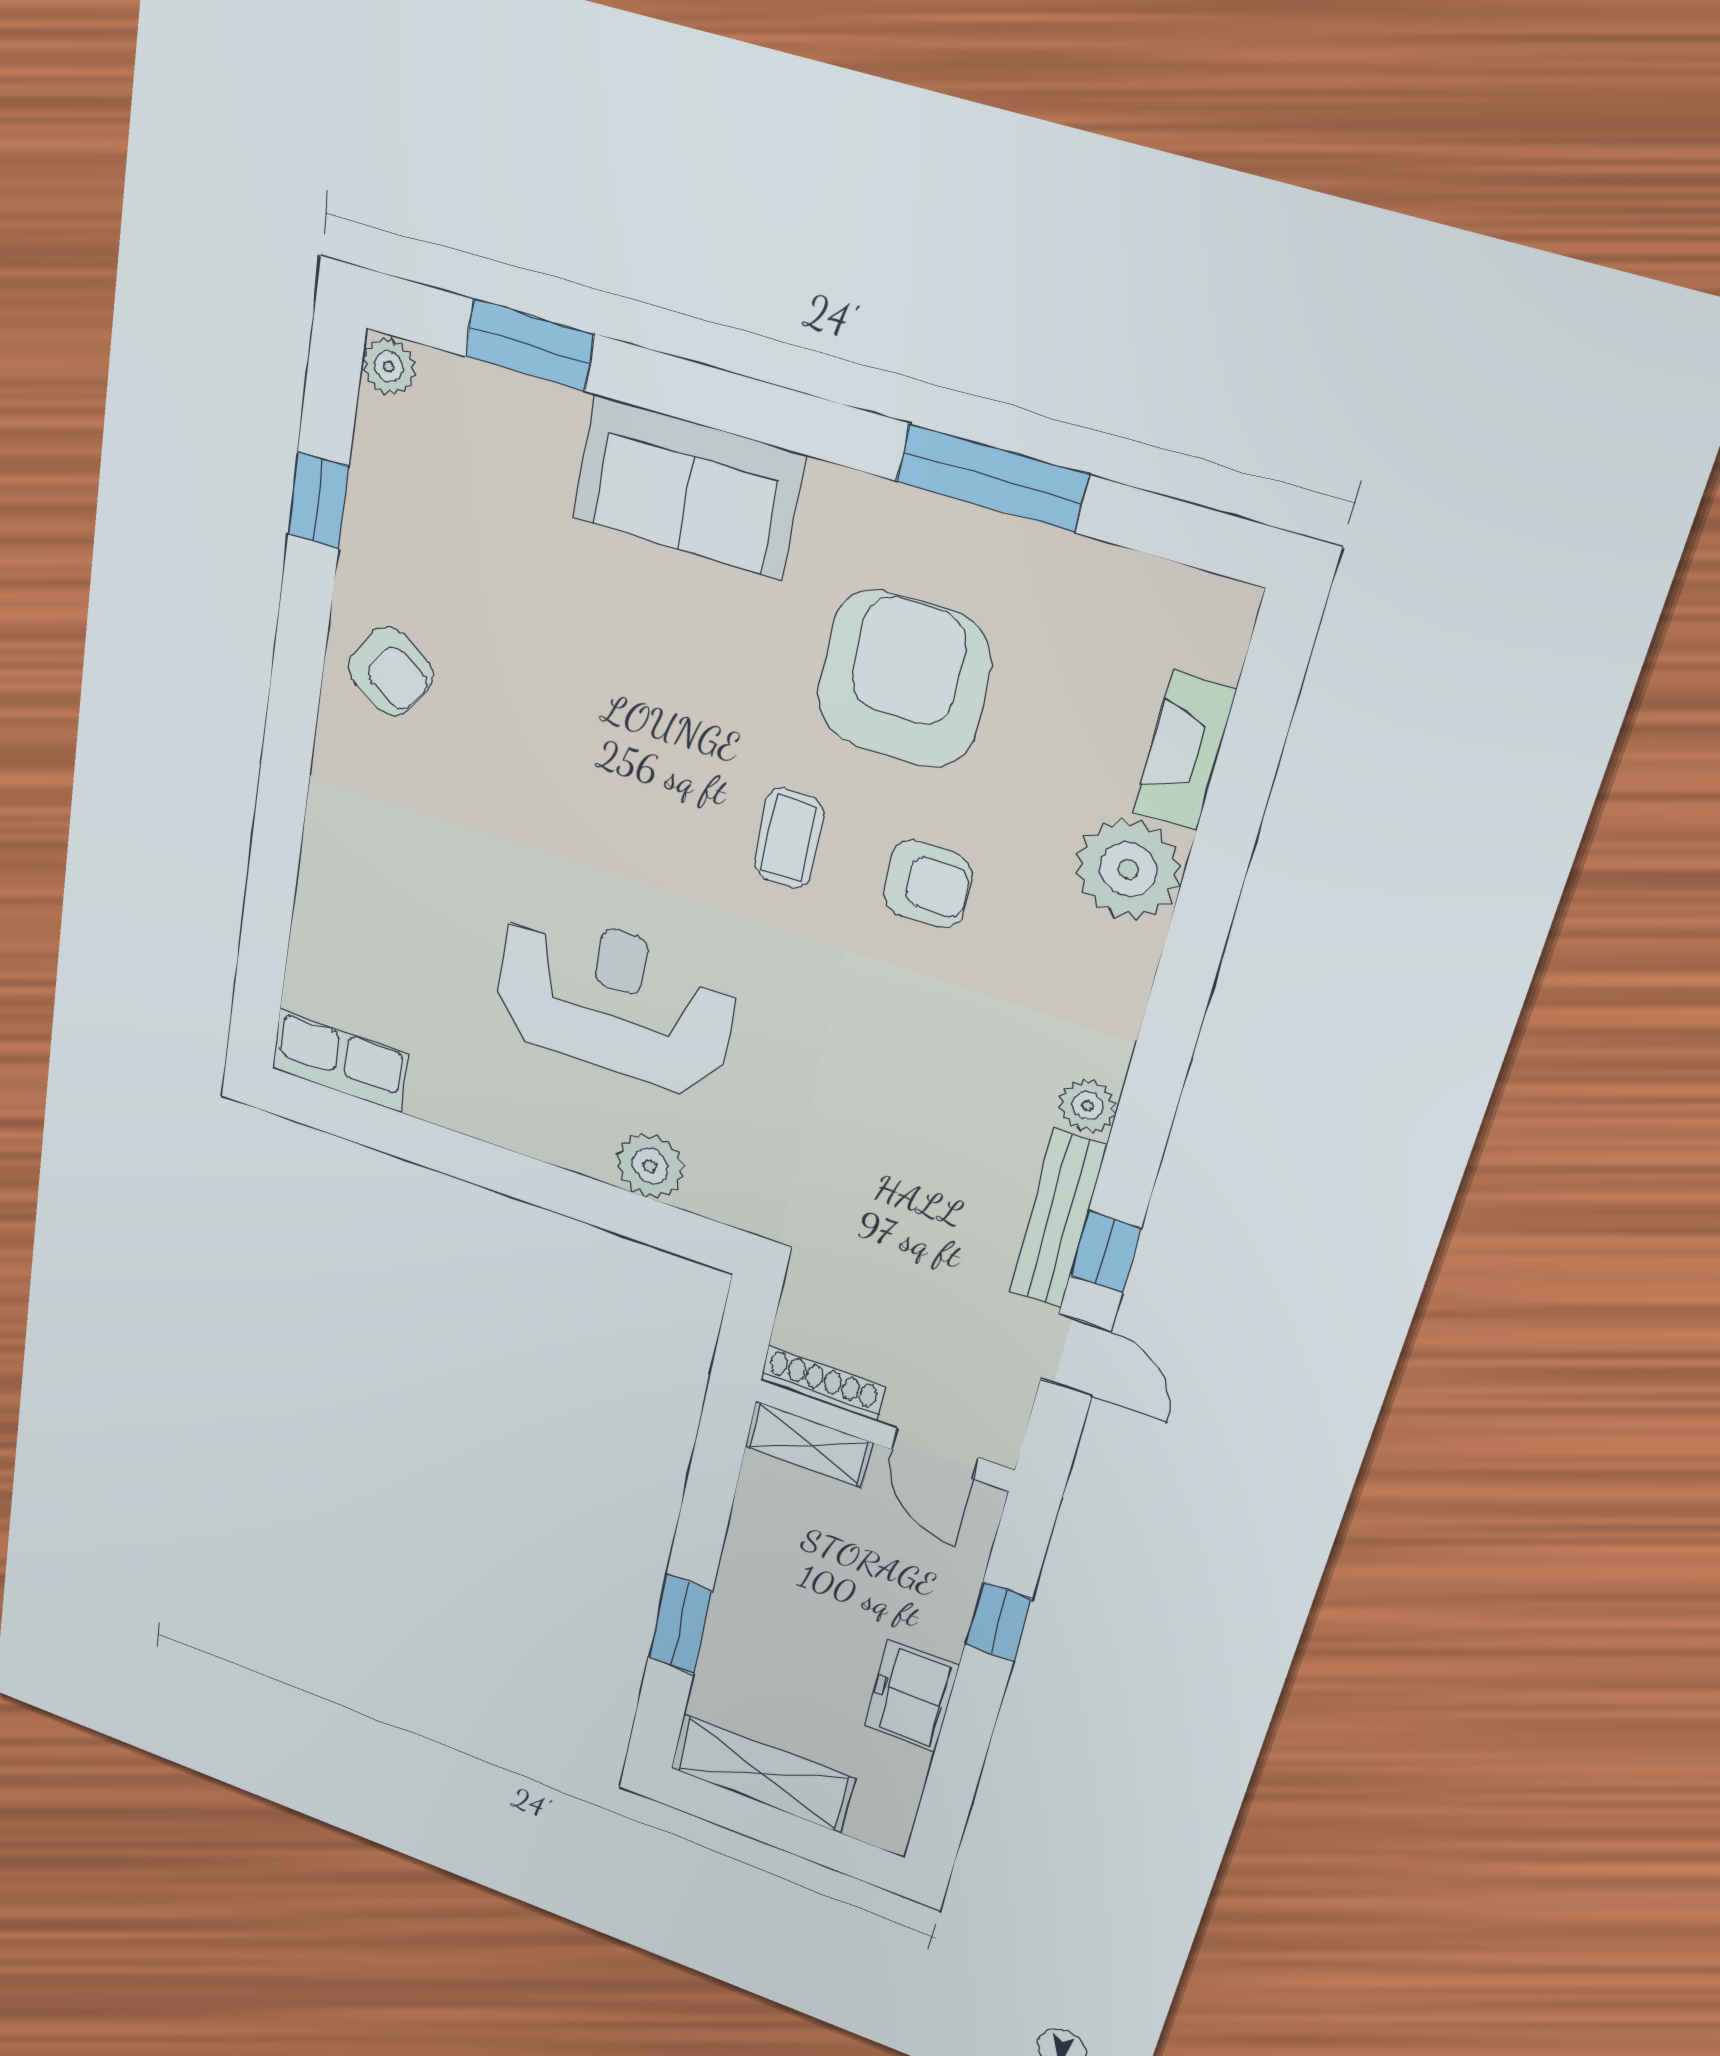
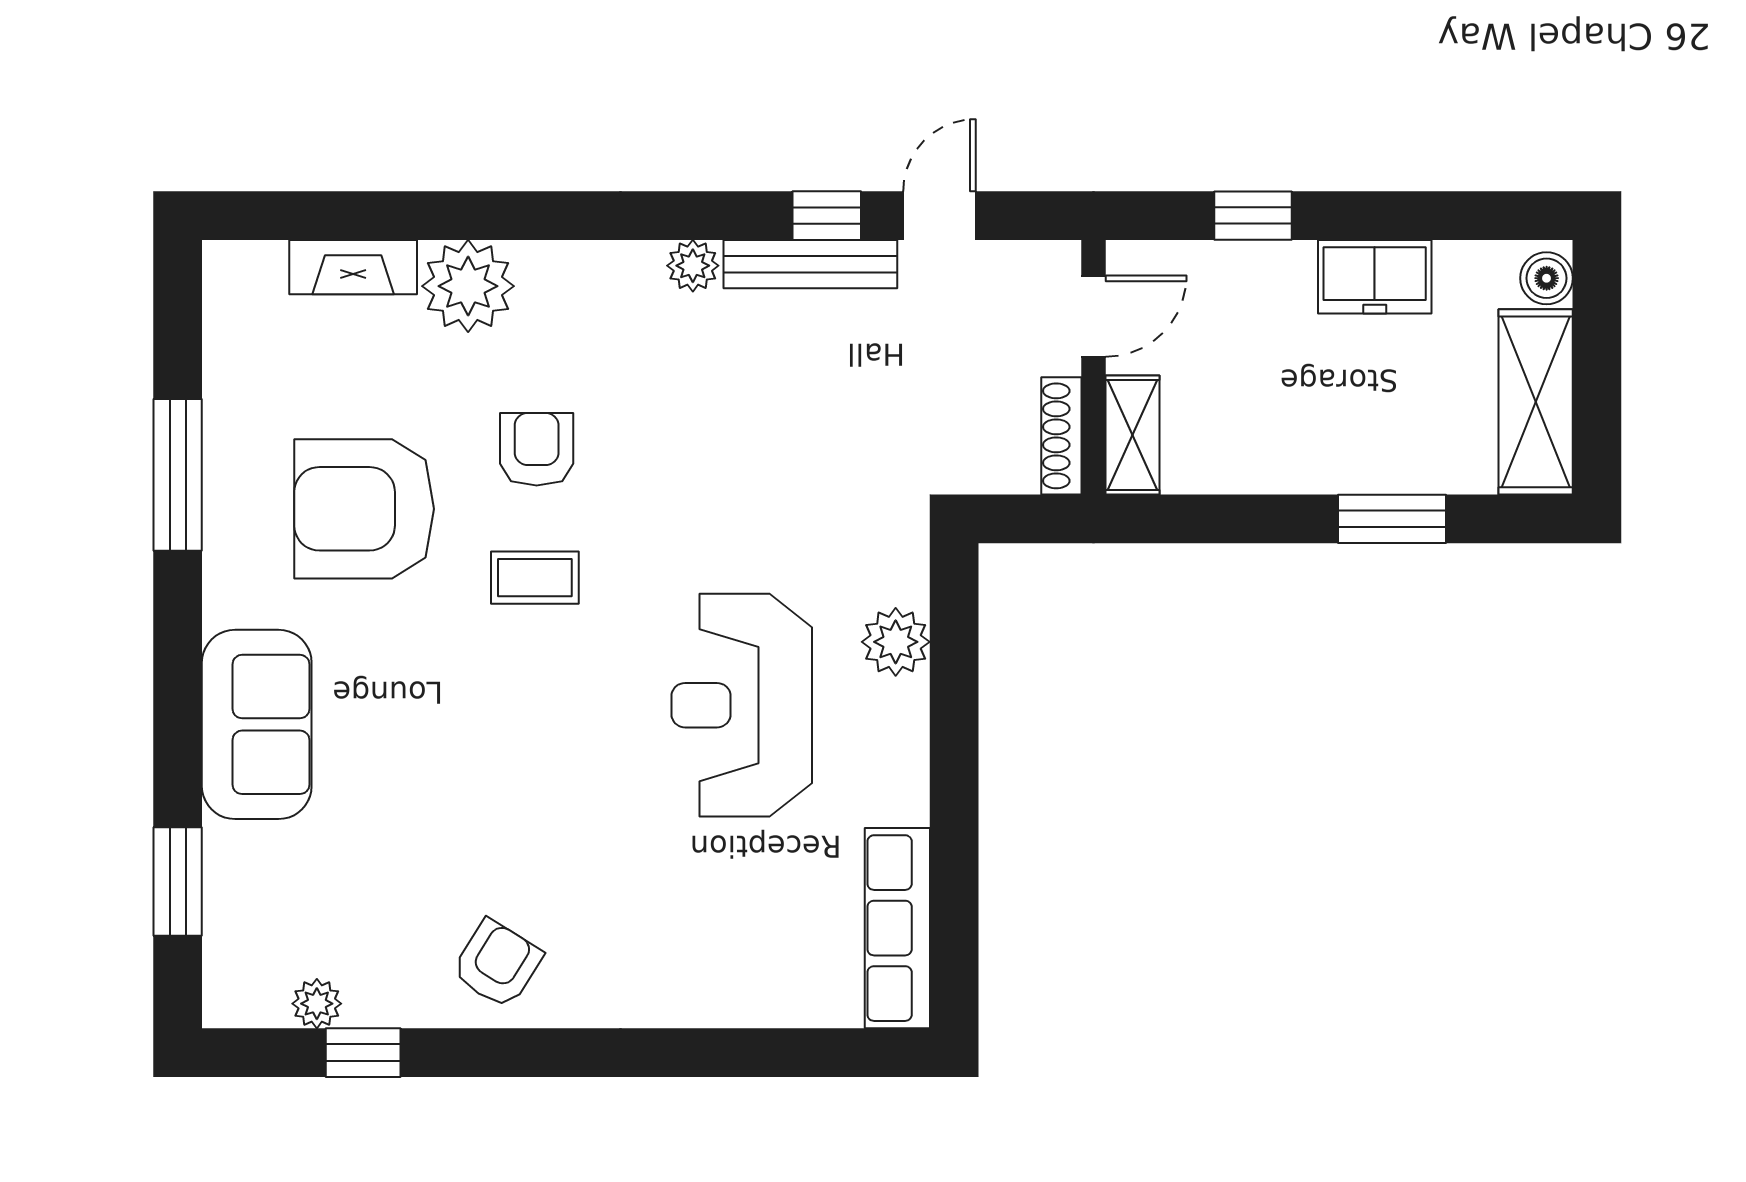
plant: (389, 367) -> (317, 1004), moved
row of seats: (340, 1061) -> (897, 928), width x1.48
boiler: (874, 1825) -> (1547, 278), added

